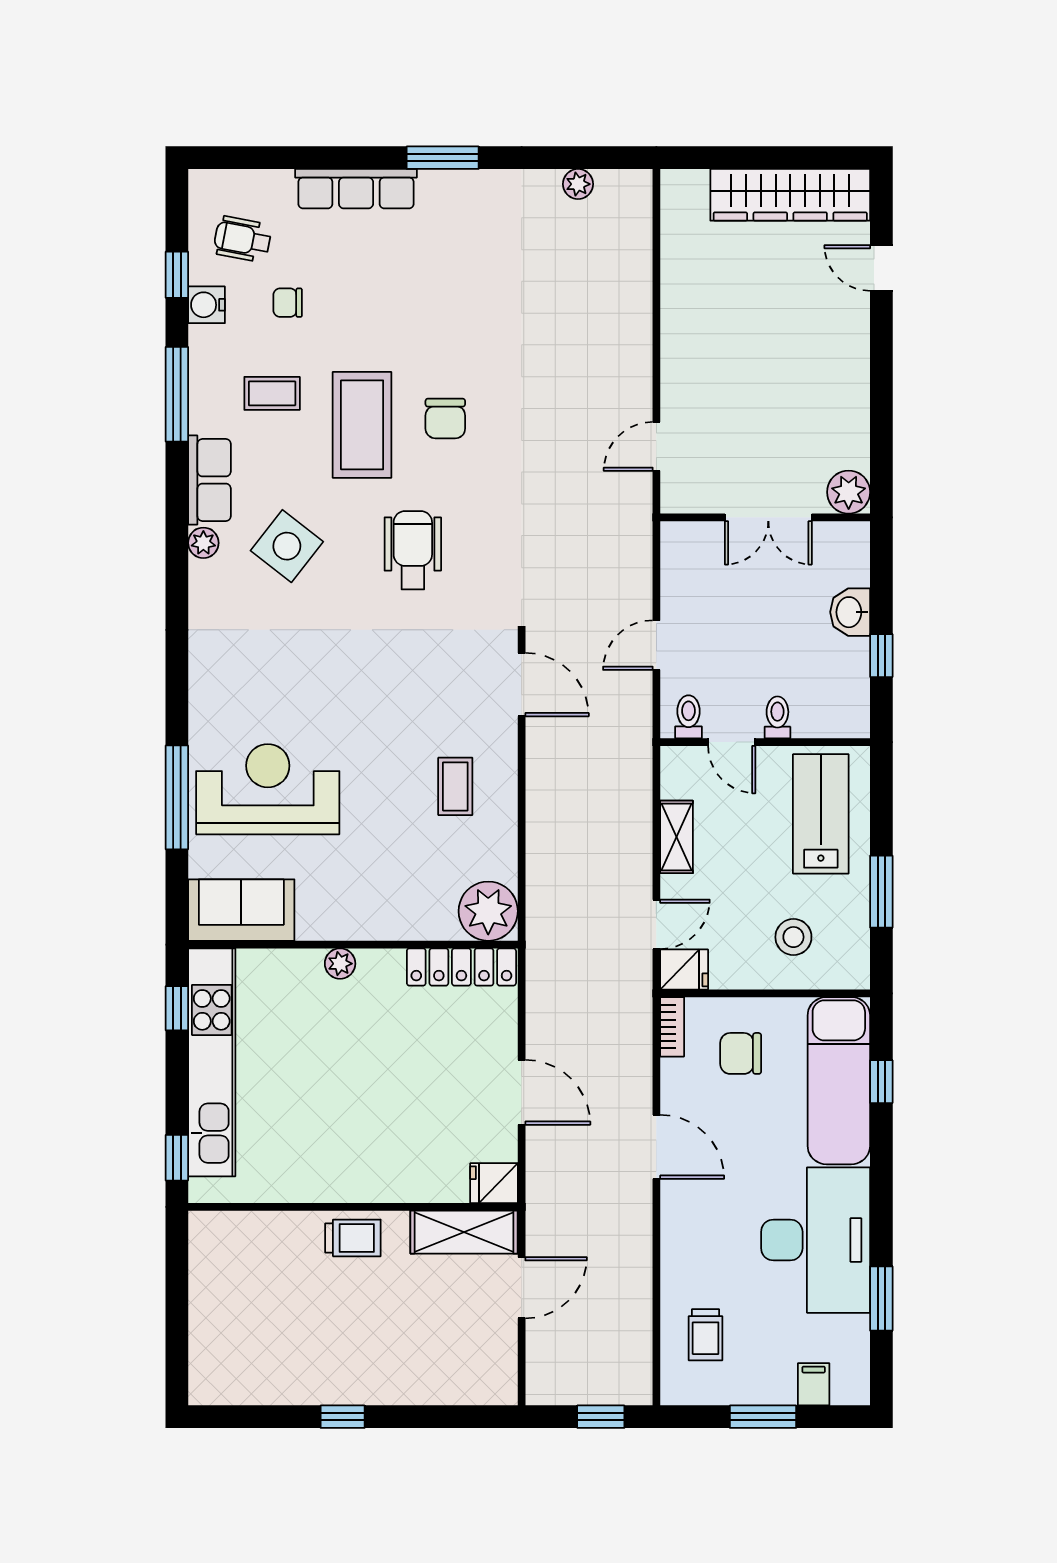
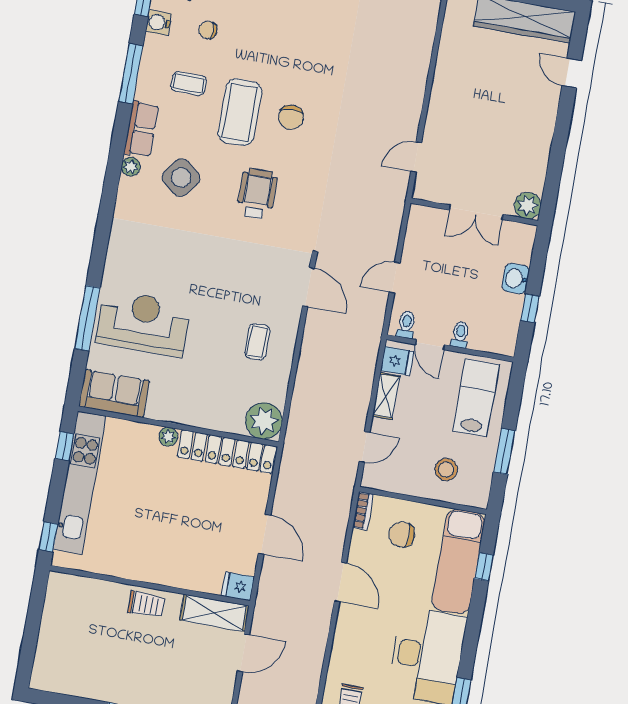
locker: (461, 967) -> (227, 452), width x1.41, depth x1.21
fridge: (684, 969) -> (397, 361), moved

